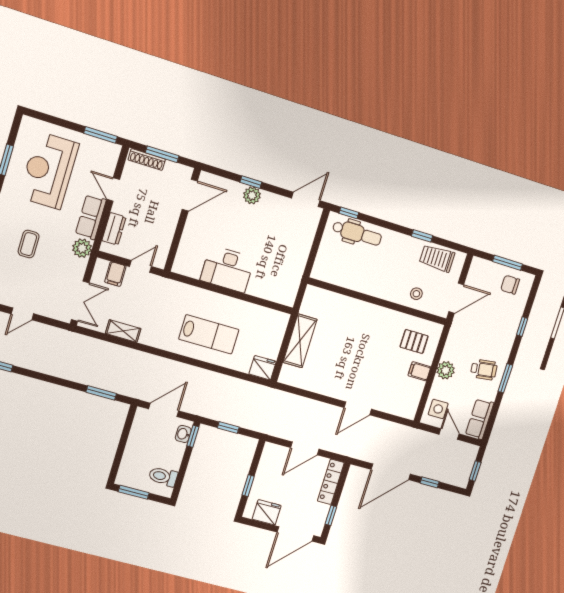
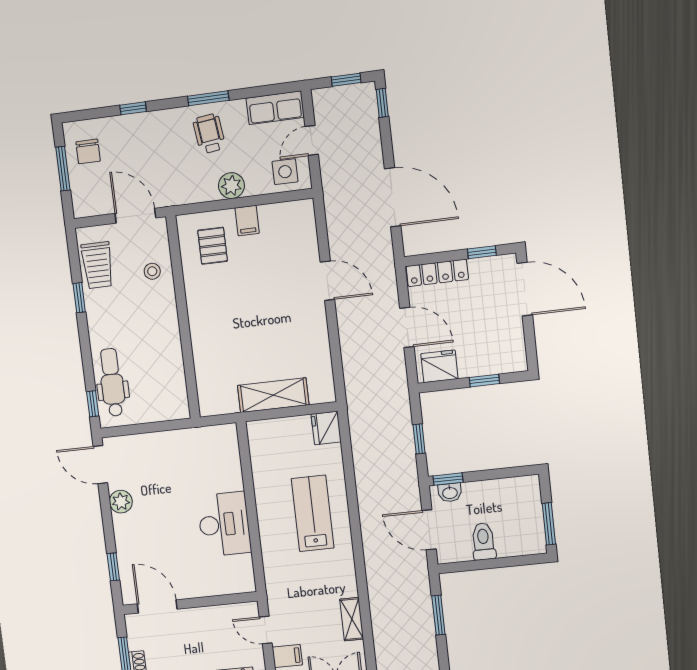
window: (251, 182) -> (113, 567), moved
plant: (252, 195) -> (121, 502), moved
toilet: (163, 477) -> (483, 541), moved, turned 180
window: (430, 482) -> (382, 103), moved
fridge: (267, 512) -> (439, 366), moved, turned 90

